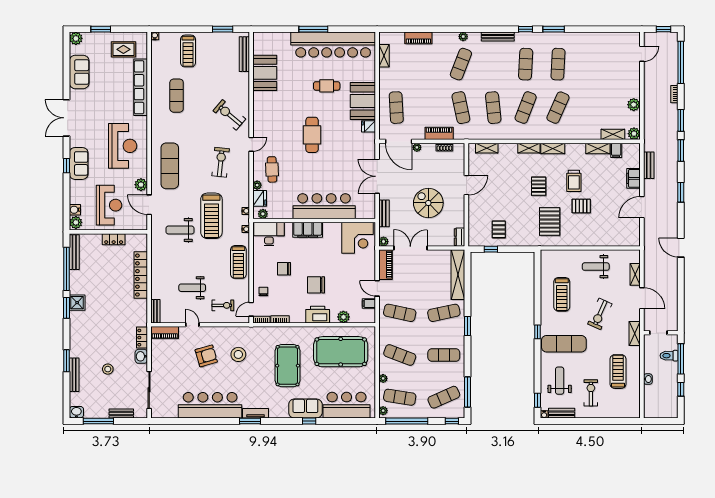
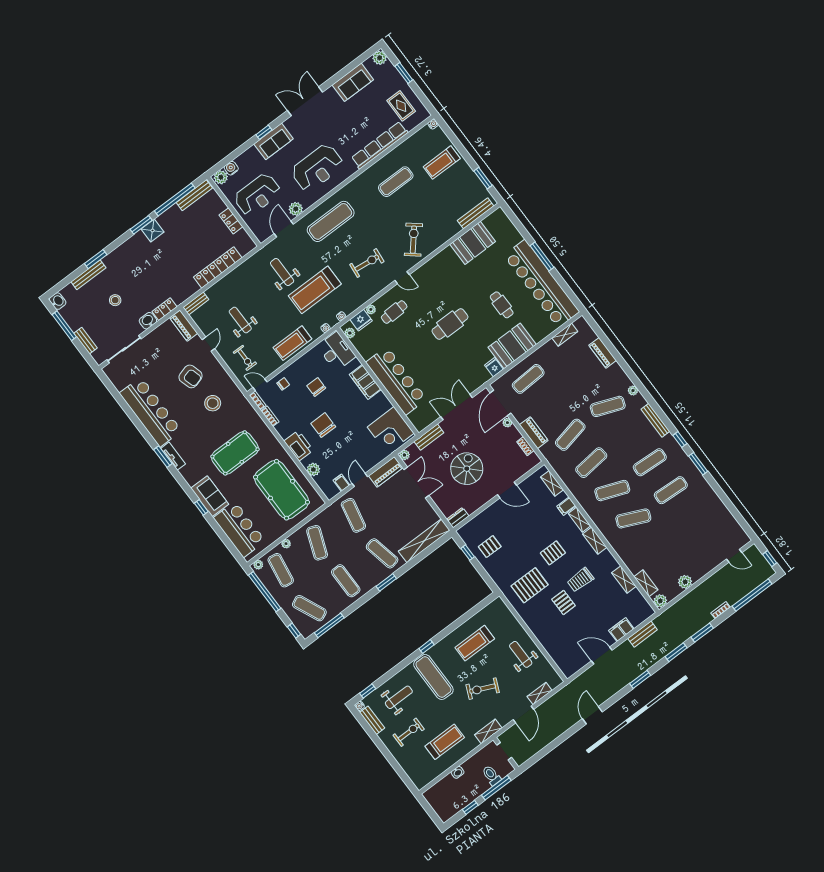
filing cabinet: (616, 150) -> (566, 506), moved

